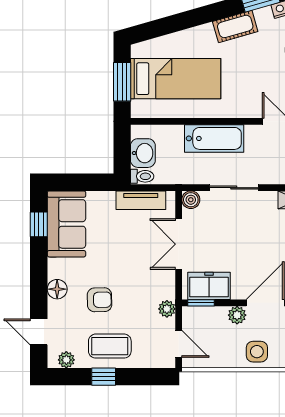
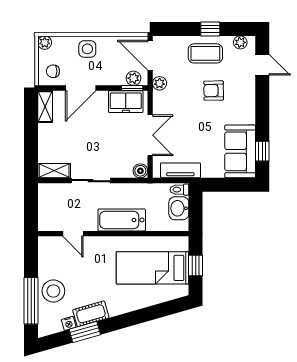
cot: (235, 26) -> (91, 314), moved
window: (122, 82) -> (196, 265), width x0.67
sliding door: (234, 188) -> (91, 181), moved
floor lamp: (57, 289) -> (248, 99), removed
plant: (237, 315) -> (134, 78), moved
door: (179, 344) -> (150, 55), width x1.37

